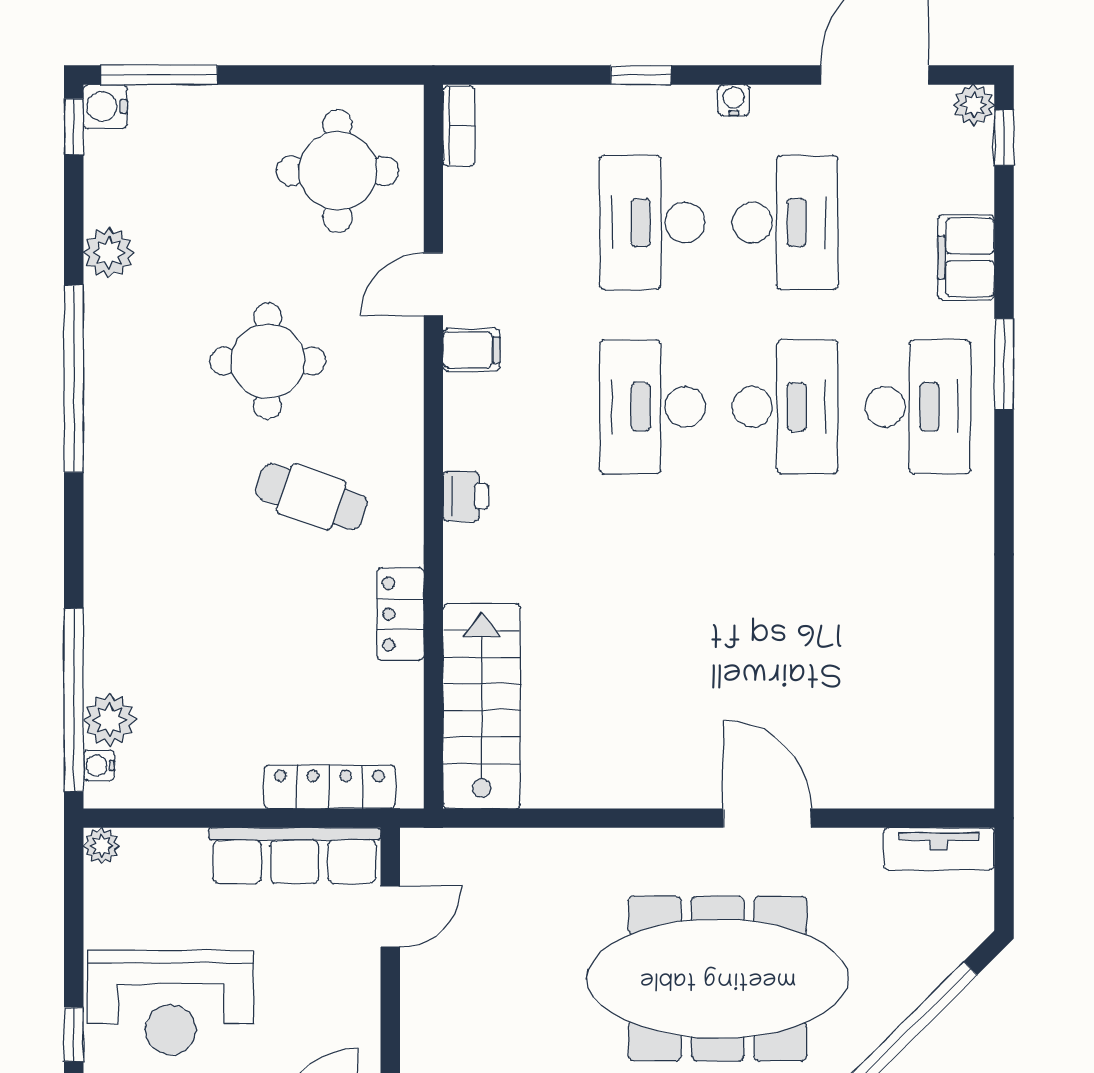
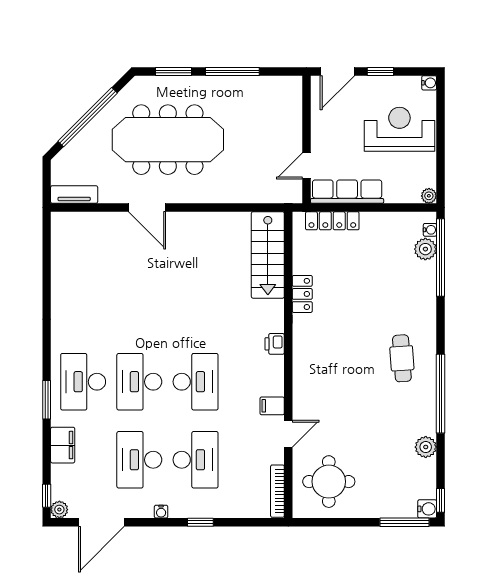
bookcase: (459, 126) -> (277, 491), width x1.56
round table: (268, 361) -> (358, 401), removed
cafe table: (311, 497) -> (402, 358), moved, turned 67
window: (74, 1034) -> (441, 116), removed

